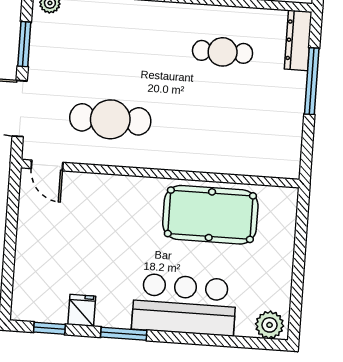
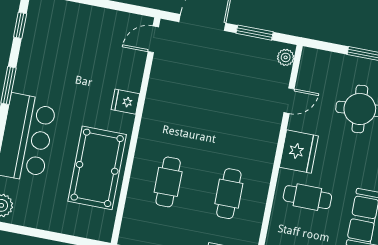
cafe table: (110, 119) -> (168, 182), moved, width x0.73, depth x0.74
fridge: (82, 310) -> (125, 102), moved, turned 180

